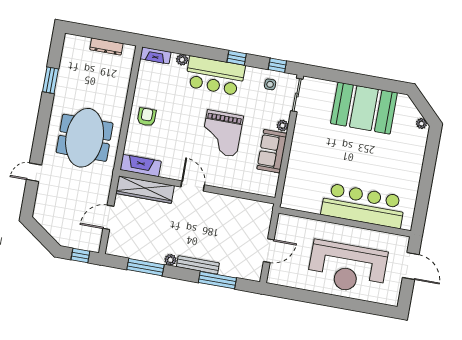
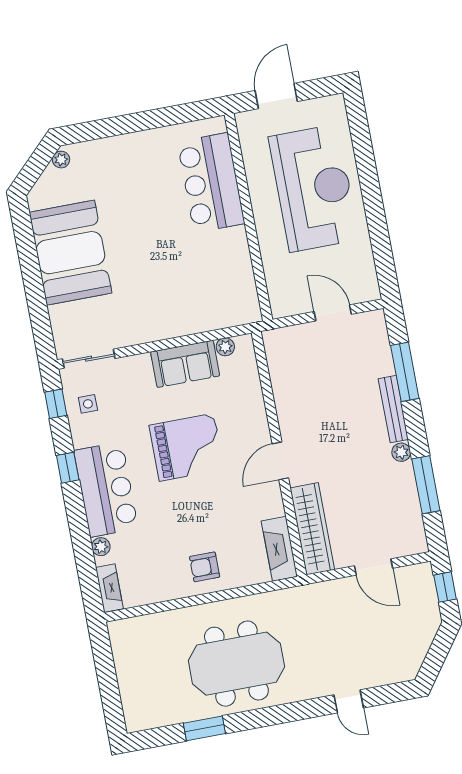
dresser: (106, 47) -> (124, 665), removed
plant: (283, 126) -> (225, 347), moved
meeting table: (85, 138) -> (236, 664), moved
bar counter: (363, 206) -> (211, 183), width x0.73

